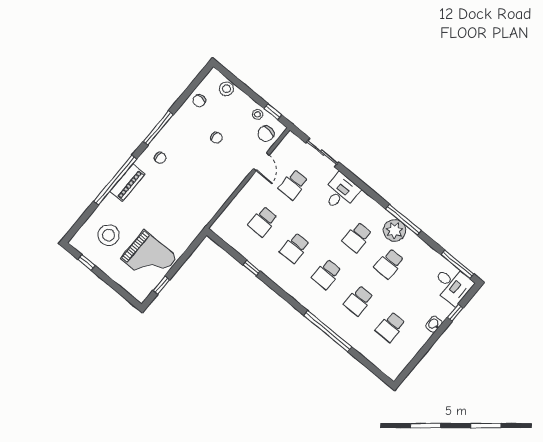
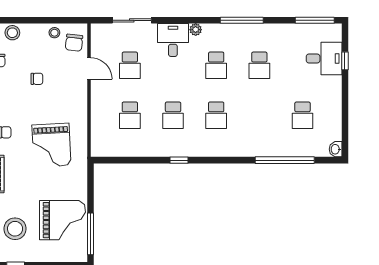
window: (273, 112) -> (65, 20), removed
grand piano: (187, 196) -> (51, 145), added
plant: (394, 230) -> (196, 30), moved, width x0.53, depth x0.53
window: (252, 268) -> (179, 160), moved
window: (161, 285) -> (91, 234), width x2.17
desk: (452, 285) -> (324, 58), moved
school desk: (359, 301) -> (259, 115), removed
washbasin: (434, 324) -> (336, 149), moved
window: (328, 331) -> (285, 160), moved

